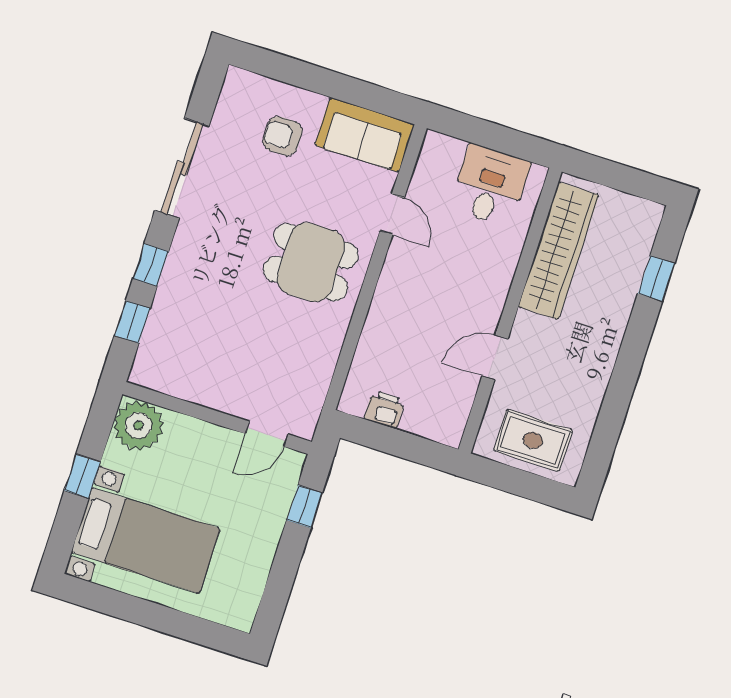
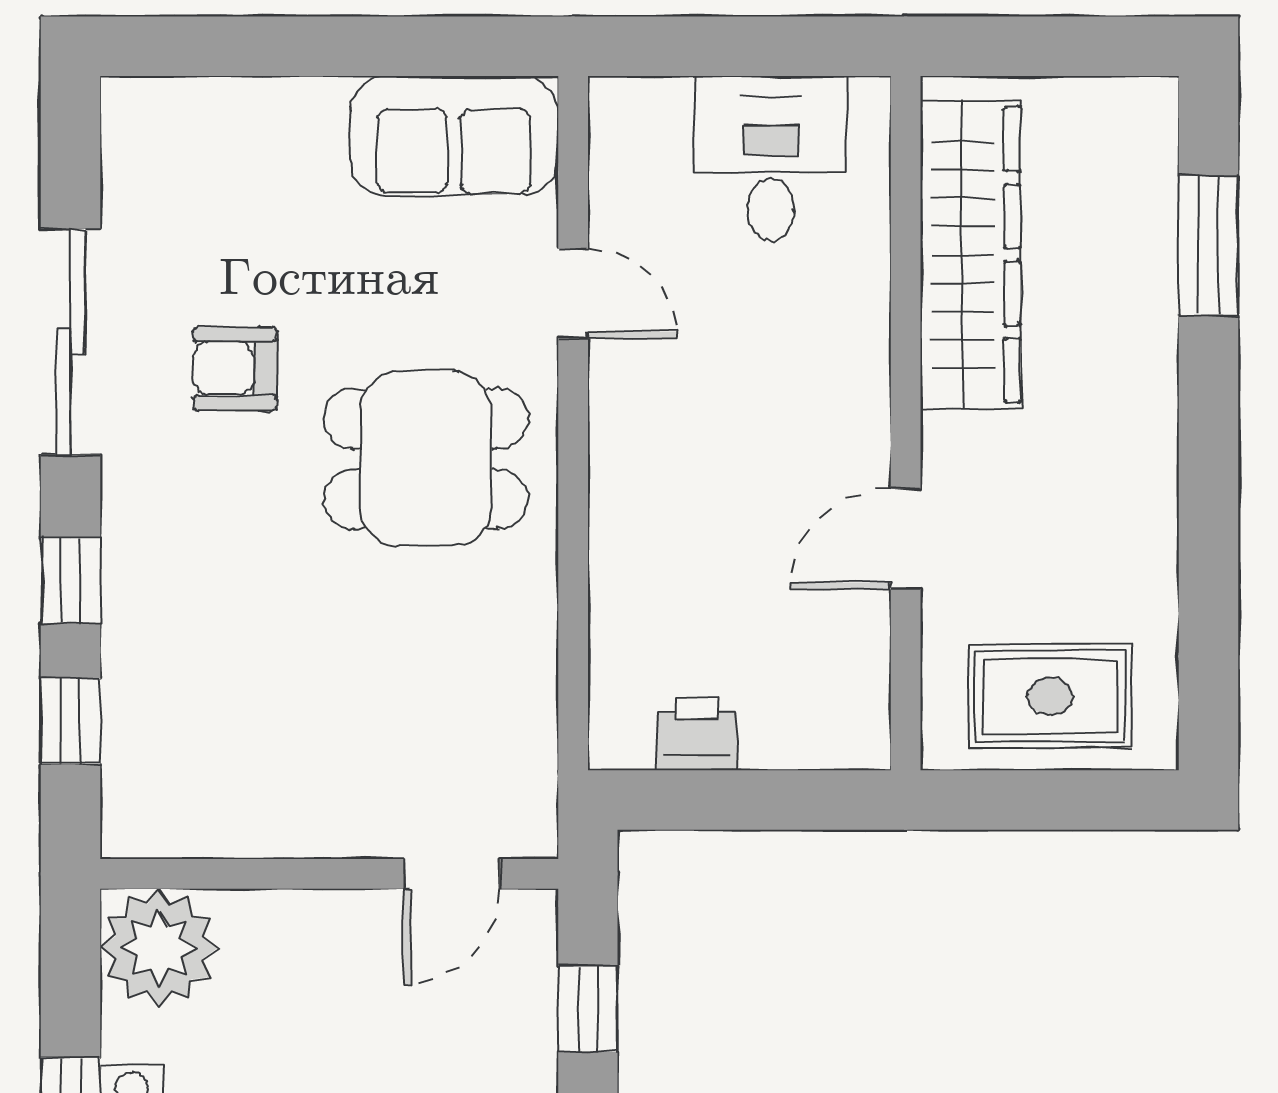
armchair: (282, 136) -> (235, 369), moved
window: (656, 278) -> (1209, 246), width x1.50

